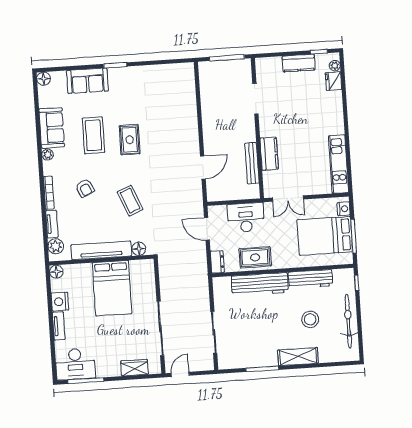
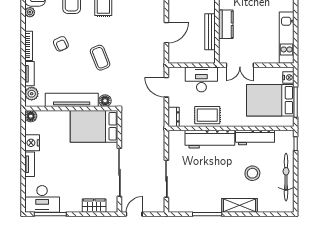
bed: (112, 288) -> (94, 126), moved, turned 90

